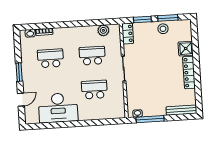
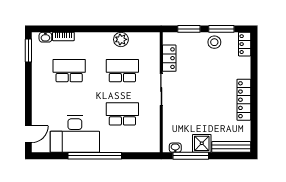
locker: (187, 29) -> (245, 44), added
plant: (103, 30) -> (121, 39), moved
locker: (128, 33) -> (169, 58), moved
shower: (186, 49) -> (202, 143), moved
window: (19, 72) -> (28, 50), moved
door: (21, 100) -> (28, 134), moved
window: (75, 124) -> (95, 156), added

